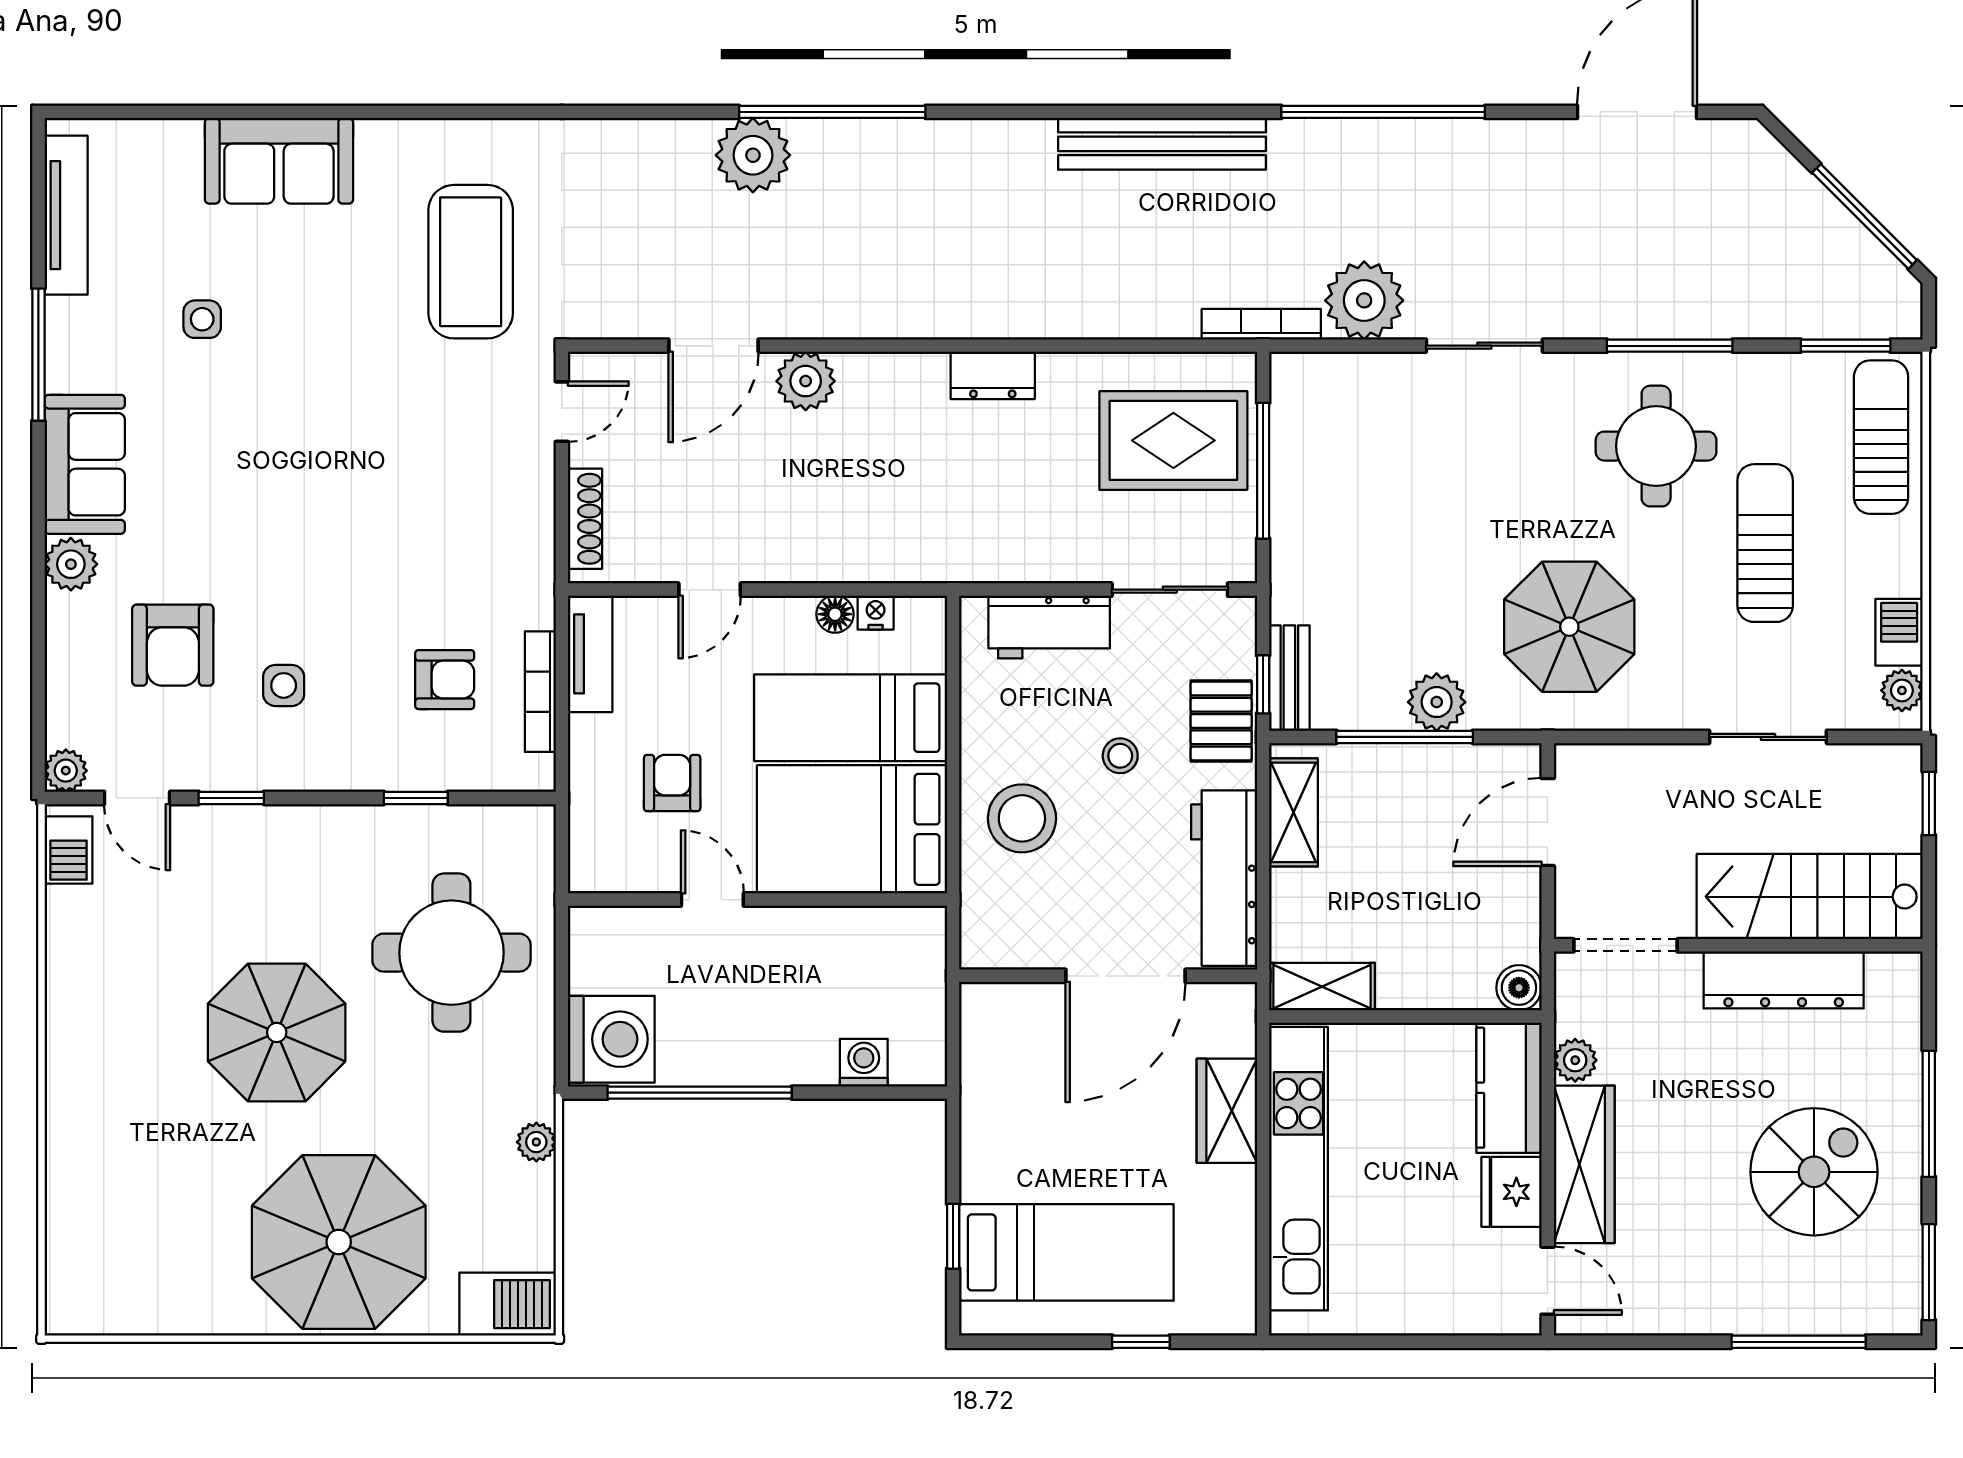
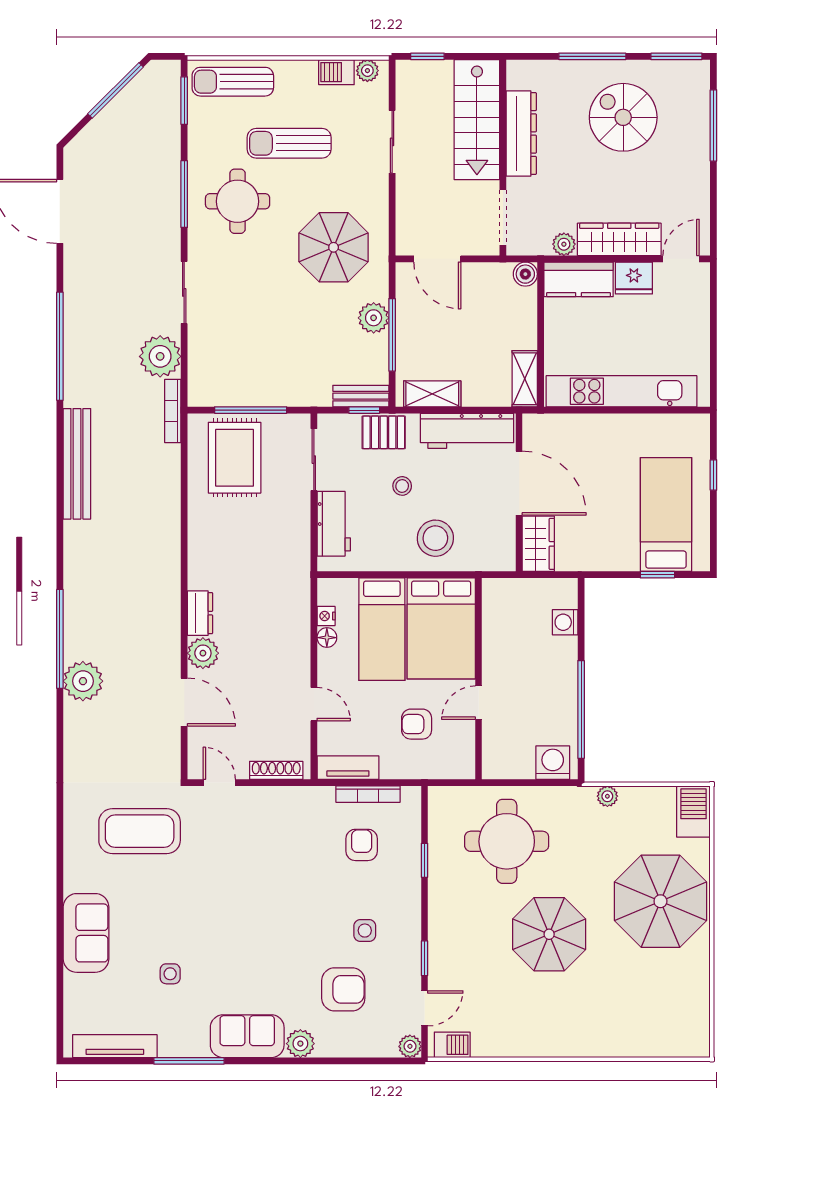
dresser: (993, 375) -> (200, 613), moved
washing machine: (611, 1039) -> (553, 763), width x0.73, depth x0.73
wardrobe: (1227, 1111) -> (538, 544), moved, turned -90

